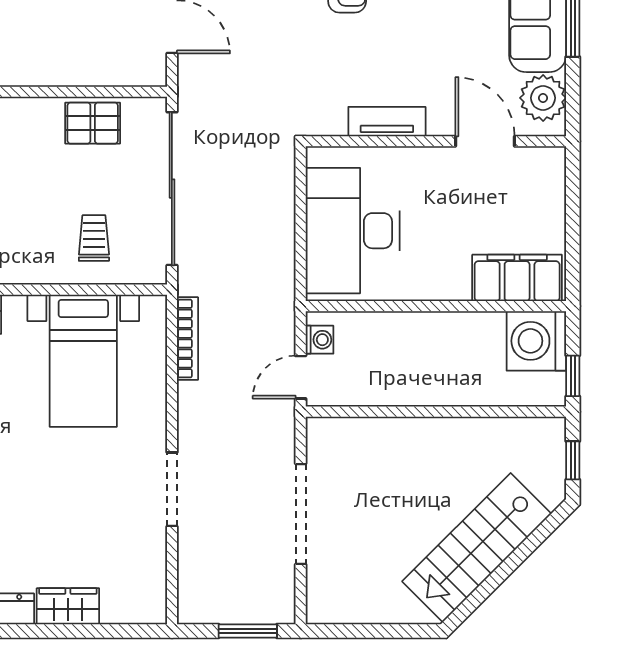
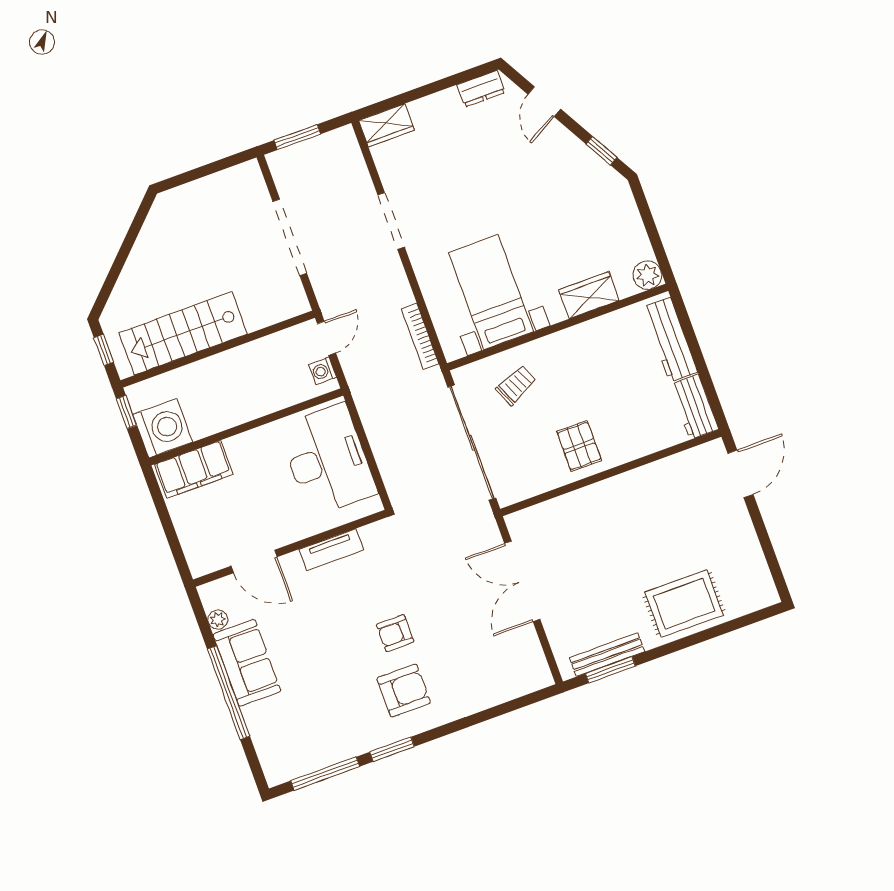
plant: (543, 98) -> (218, 620), width x0.53, depth x0.53
pallet: (93, 123) -> (579, 446), moved, turned 90
trolley: (94, 238) -> (516, 385), turned -114
stairs: (477, 548) -> (183, 333), moved, turned -135
wardrobe: (68, 606) -> (387, 125), moved

